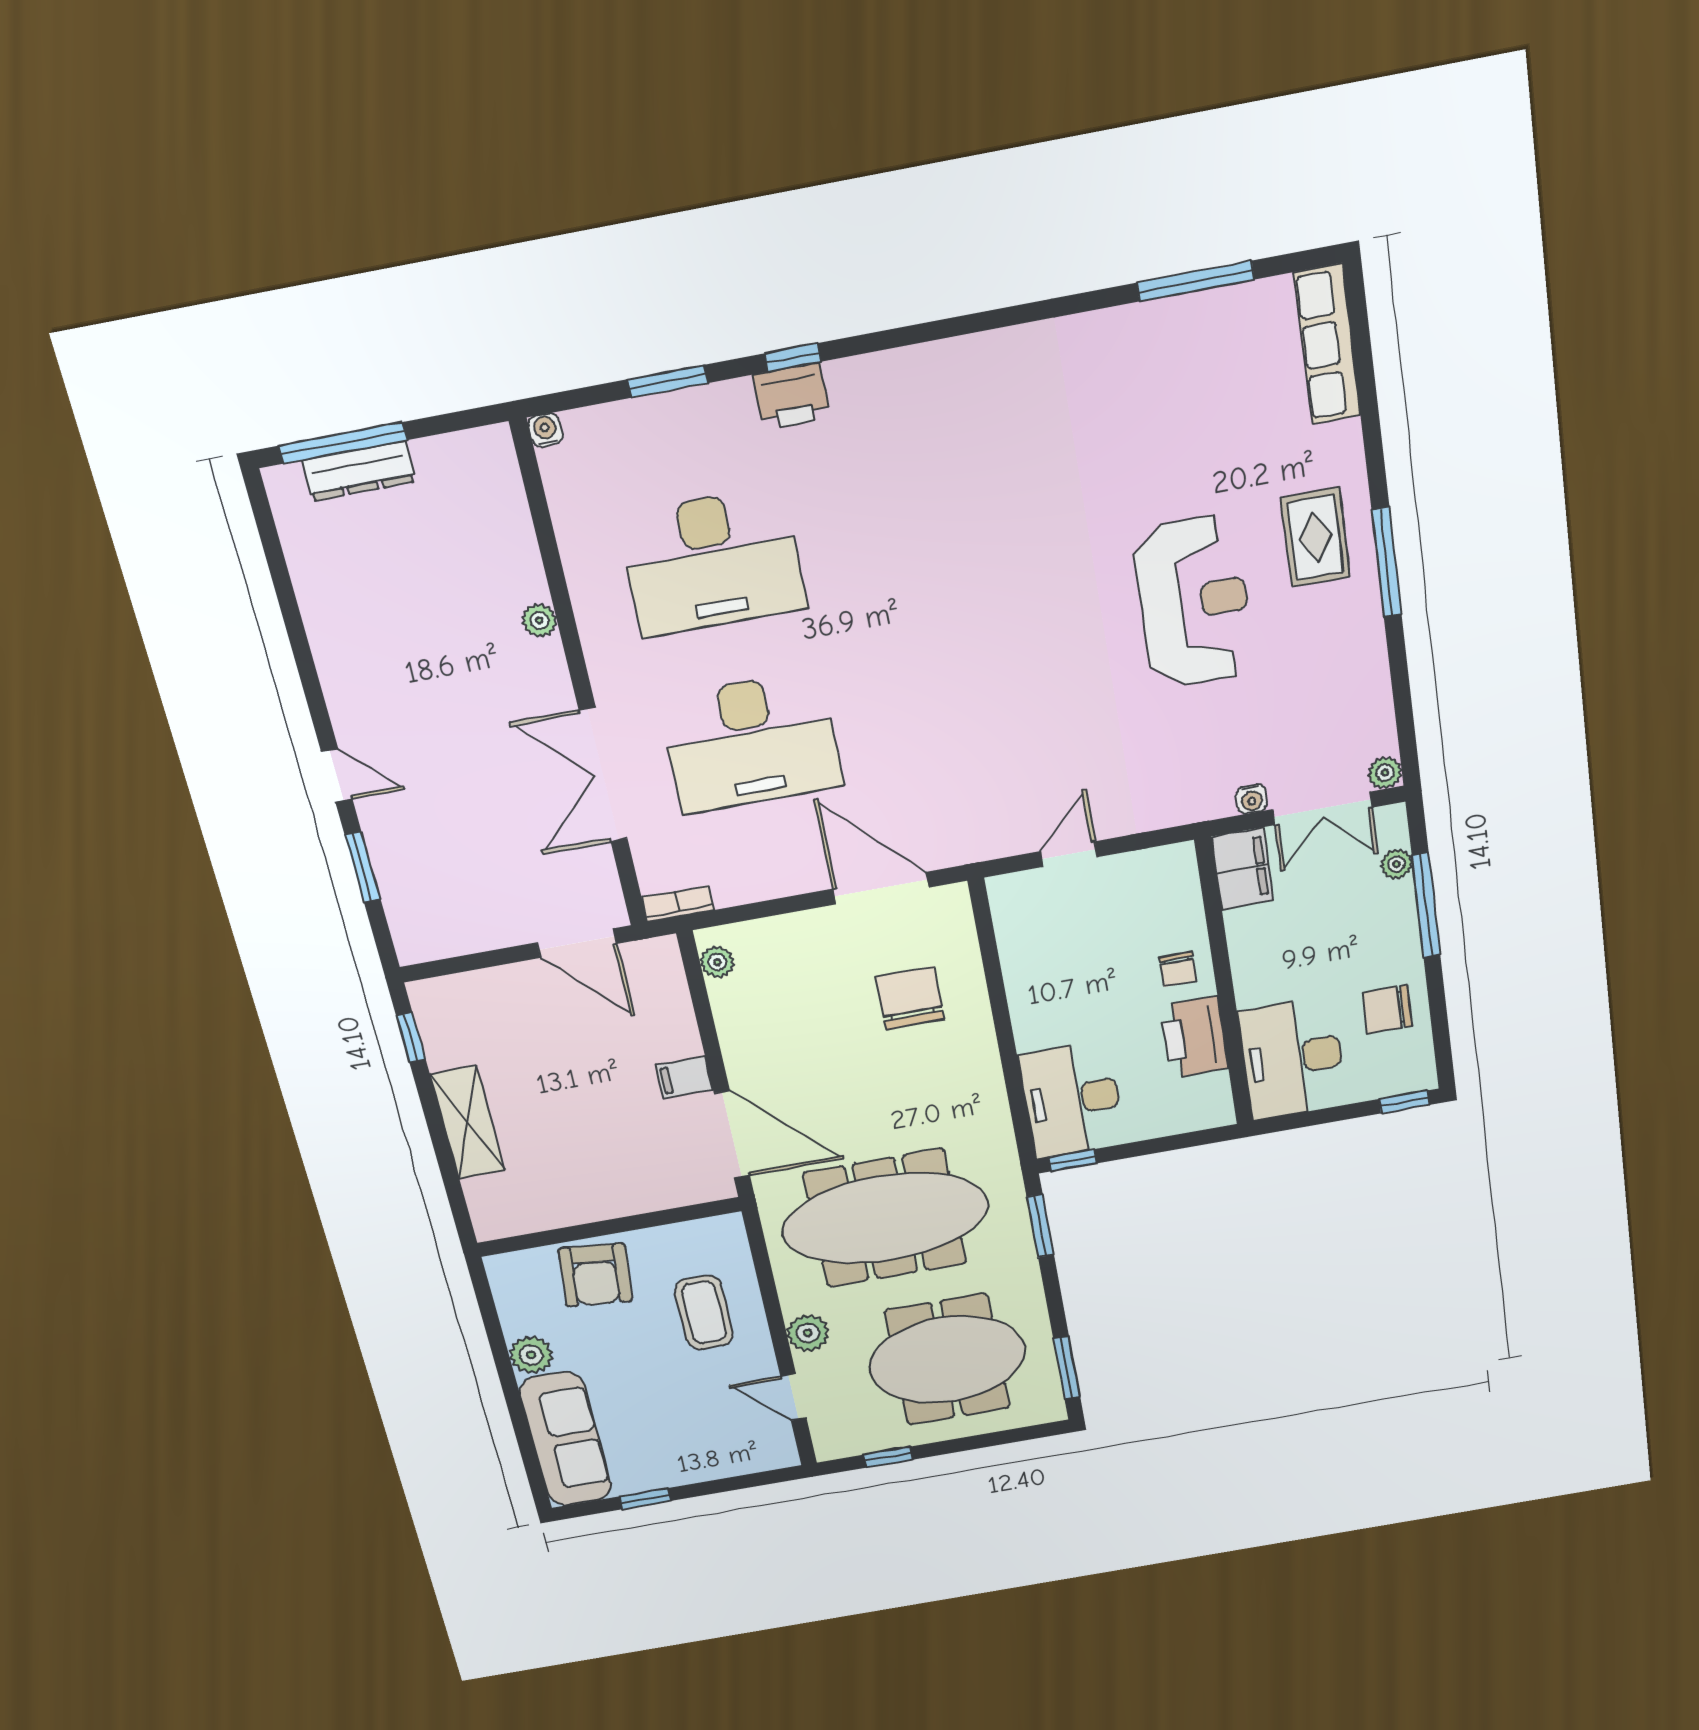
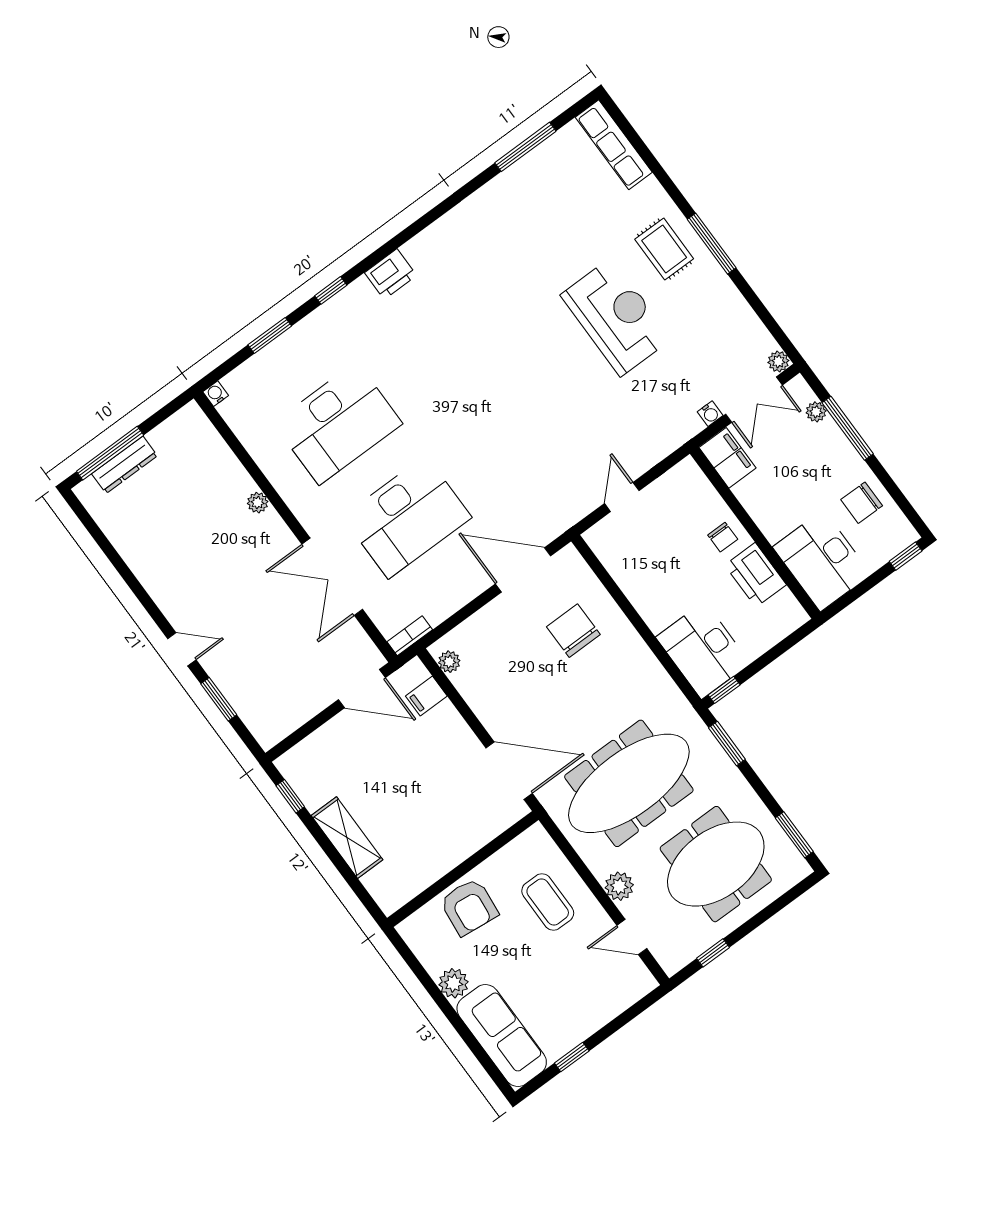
printer: (792, 396) -> (391, 274), moved
filing cabinet: (684, 1077) -> (426, 696), moved

